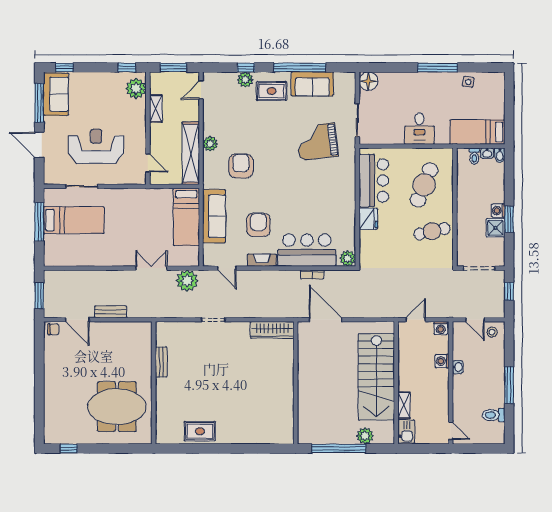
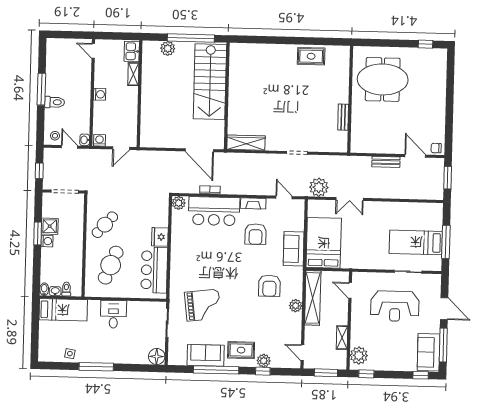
door: (201, 90) -> (302, 353), swing flipped
sofa: (214, 216) -> (294, 249), width x0.73
bed: (186, 217) -> (324, 243), width x1.50
cafe table: (432, 231) -> (105, 225), turned -36
washing machine: (442, 361) -> (100, 94), moved
washbasin: (458, 367) -> (85, 140), moved
stairs: (376, 377) -> (210, 82), moved, turned 180
toilet: (494, 415) -> (55, 102), moved

